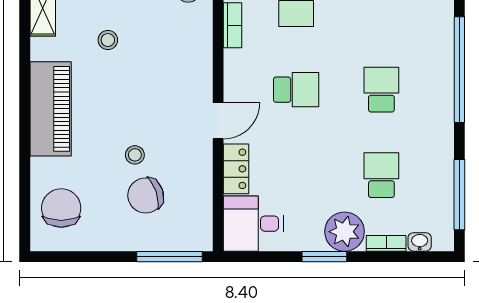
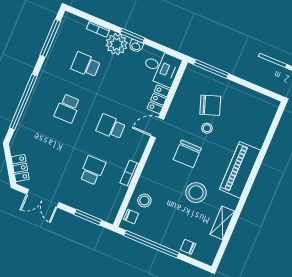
stool: (108, 40) -> (196, 193), width x1.89, depth x1.89
school desk: (381, 175) -> (86, 65), turned 90
chair: (61, 208) -> (187, 154), moved
washbasin: (420, 242) -> (136, 46), moved

